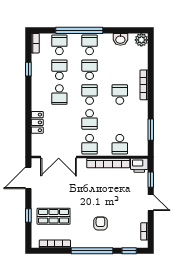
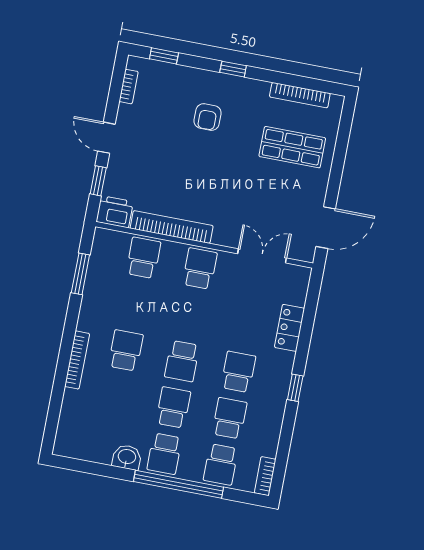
washbasin: (120, 39) -> (127, 457), moved
plant: (141, 40) -> (66, 445), removed
window: (28, 69) -> (295, 388), moved
school desk: (59, 70) -> (229, 418), turned 180
school desk: (90, 70) -> (173, 407), turned 180
school desk: (120, 95) -> (126, 350), turned 180
school desk: (90, 119) -> (191, 315), removed
double door: (59, 157) -> (262, 256), width x0.73
window: (28, 215) -> (339, 158), removed
window: (92, 251) -> (233, 69), width x0.32

